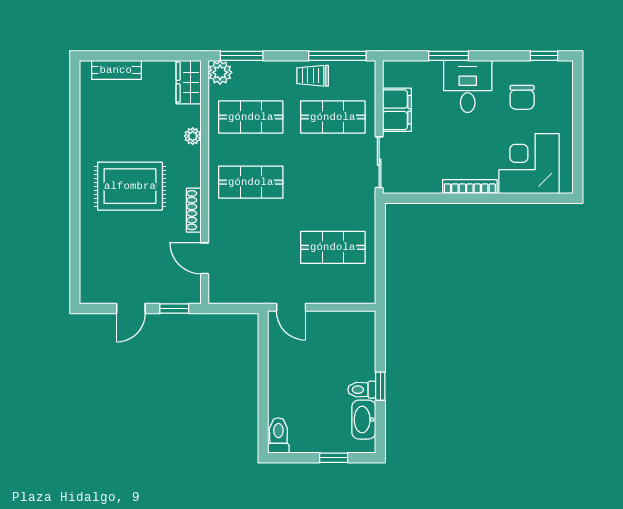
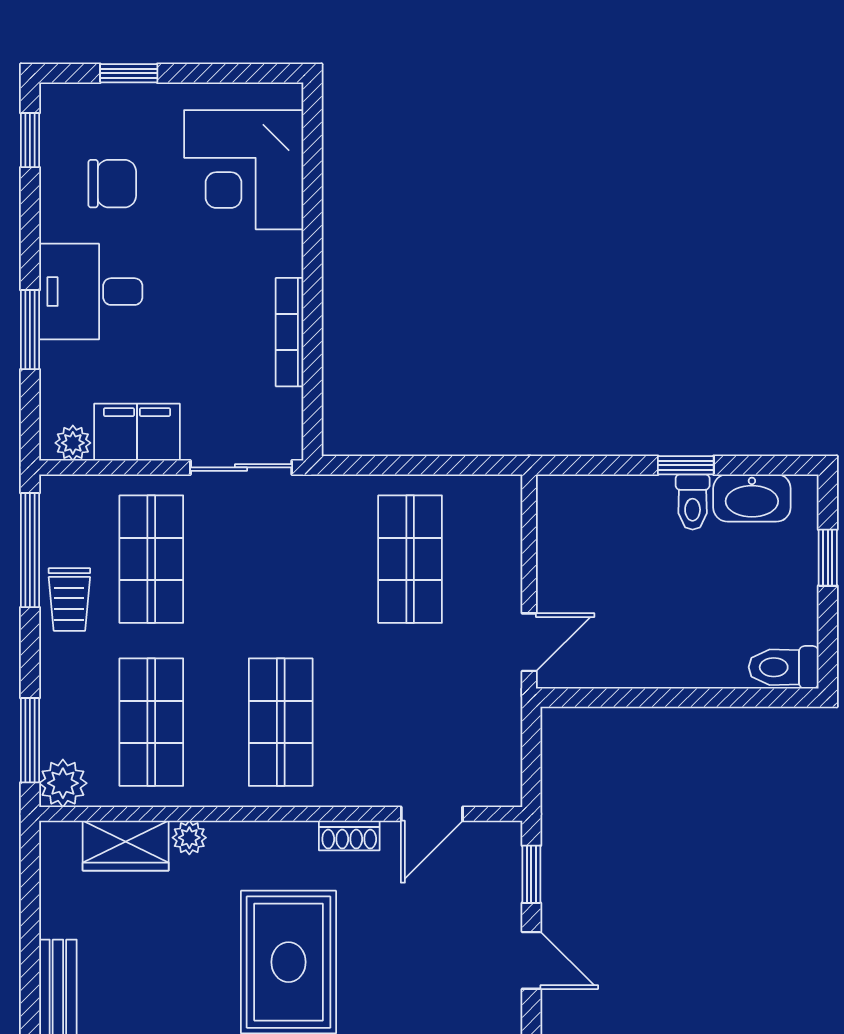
plant: (391, 77) -> (73, 443), added
wardrobe: (189, 82) -> (126, 846), moved
window: (578, 106) -> (129, 73), added
bookcase: (470, 187) -> (290, 332), moved
shoe rack: (194, 210) -> (349, 835), width x0.70

